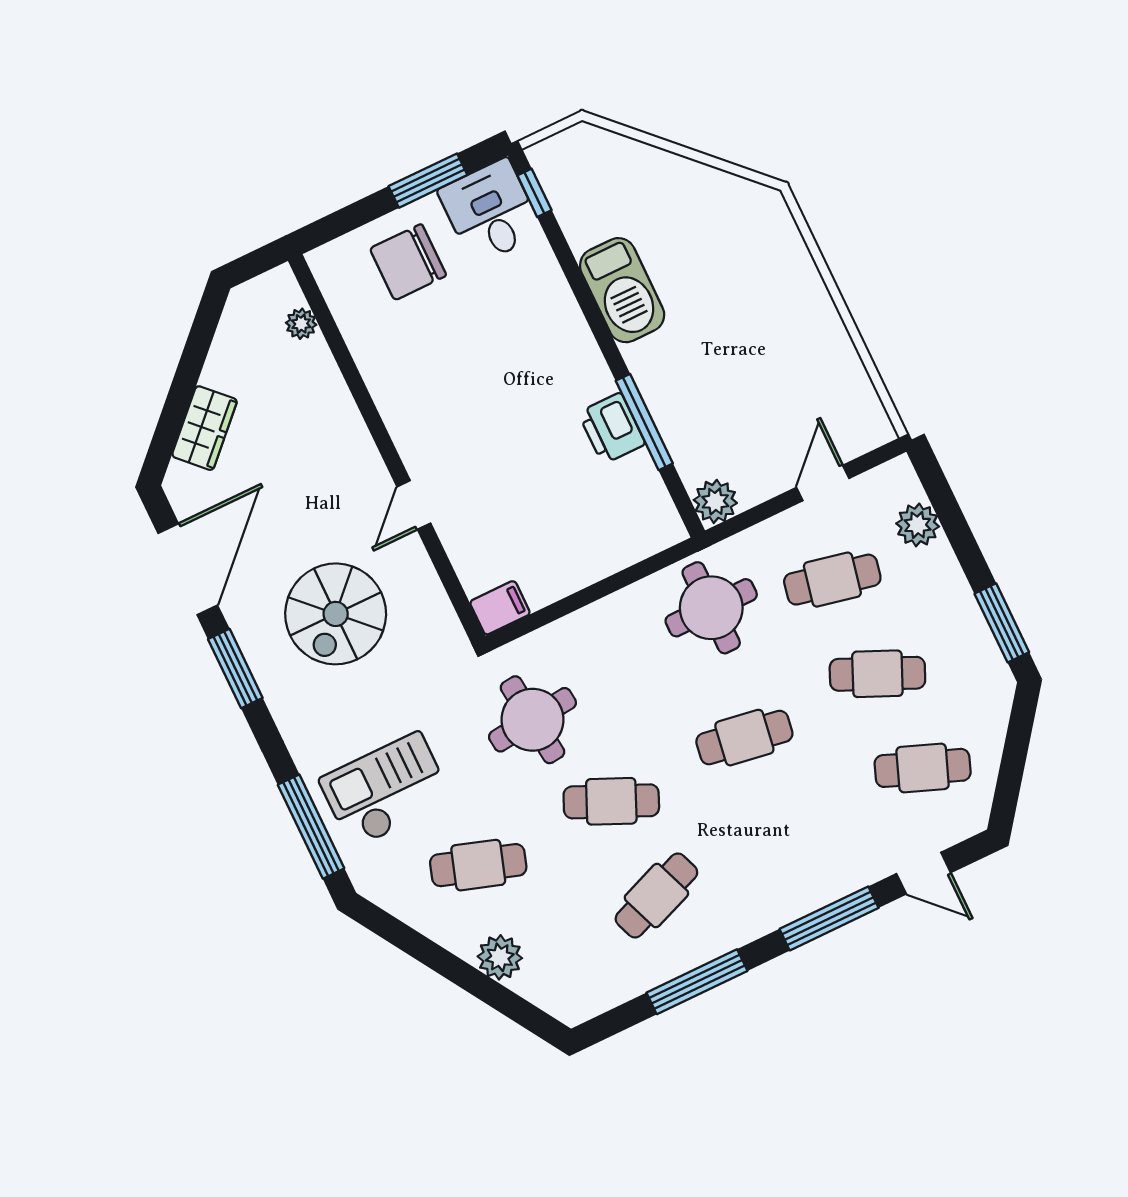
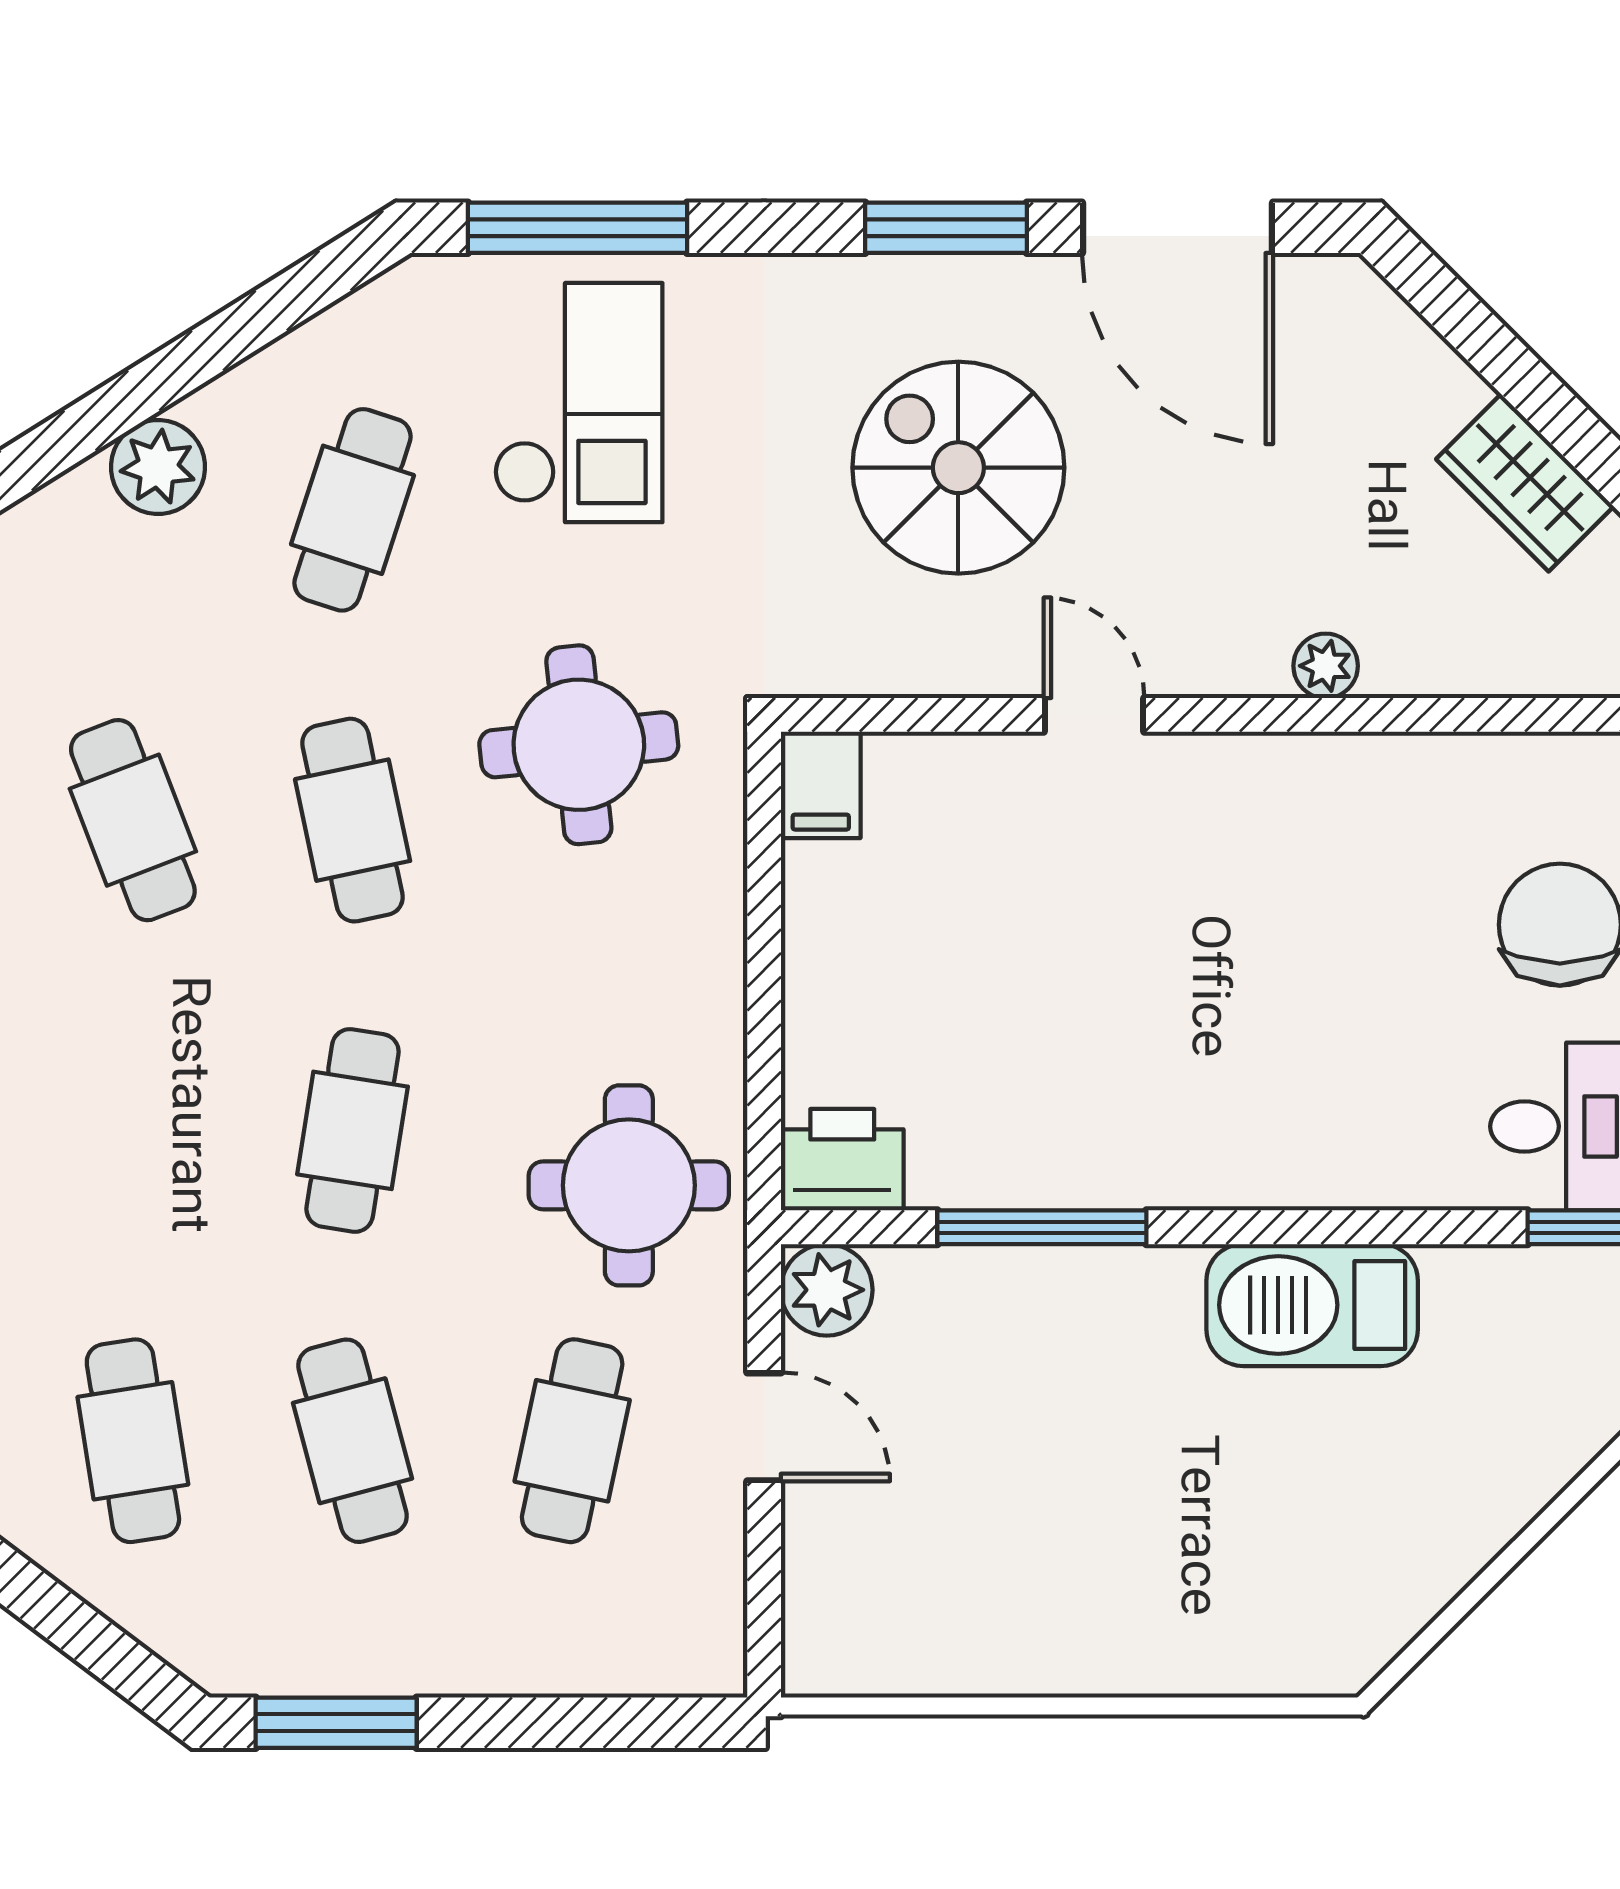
plant: (301, 324) -> (1326, 666), moved
wardrobe: (205, 428) -> (1525, 483), moved
printer: (612, 428) -> (842, 1160), moved
door: (823, 483) -> (764, 1427), moved
plant: (918, 525) -> (598, 1652), removed
cafe table: (877, 674) -> (353, 1441), turned -39
cafe table: (923, 768) -> (133, 1441), turned -30
cafe table: (611, 801) -> (353, 820), turned -36

